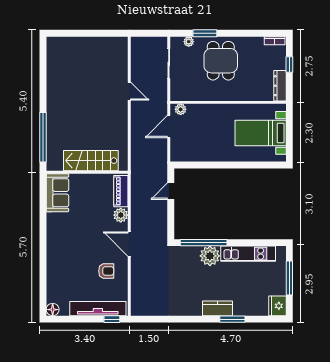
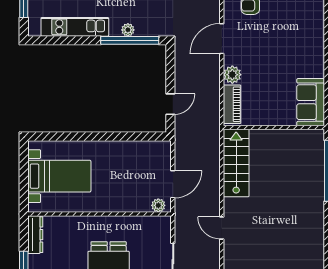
stairs: (91, 161) -> (236, 163), moved, turned -90
door: (129, 244) -> (222, 39), swing flipped
plant: (210, 256) -> (128, 30), width x0.53, depth x0.53

